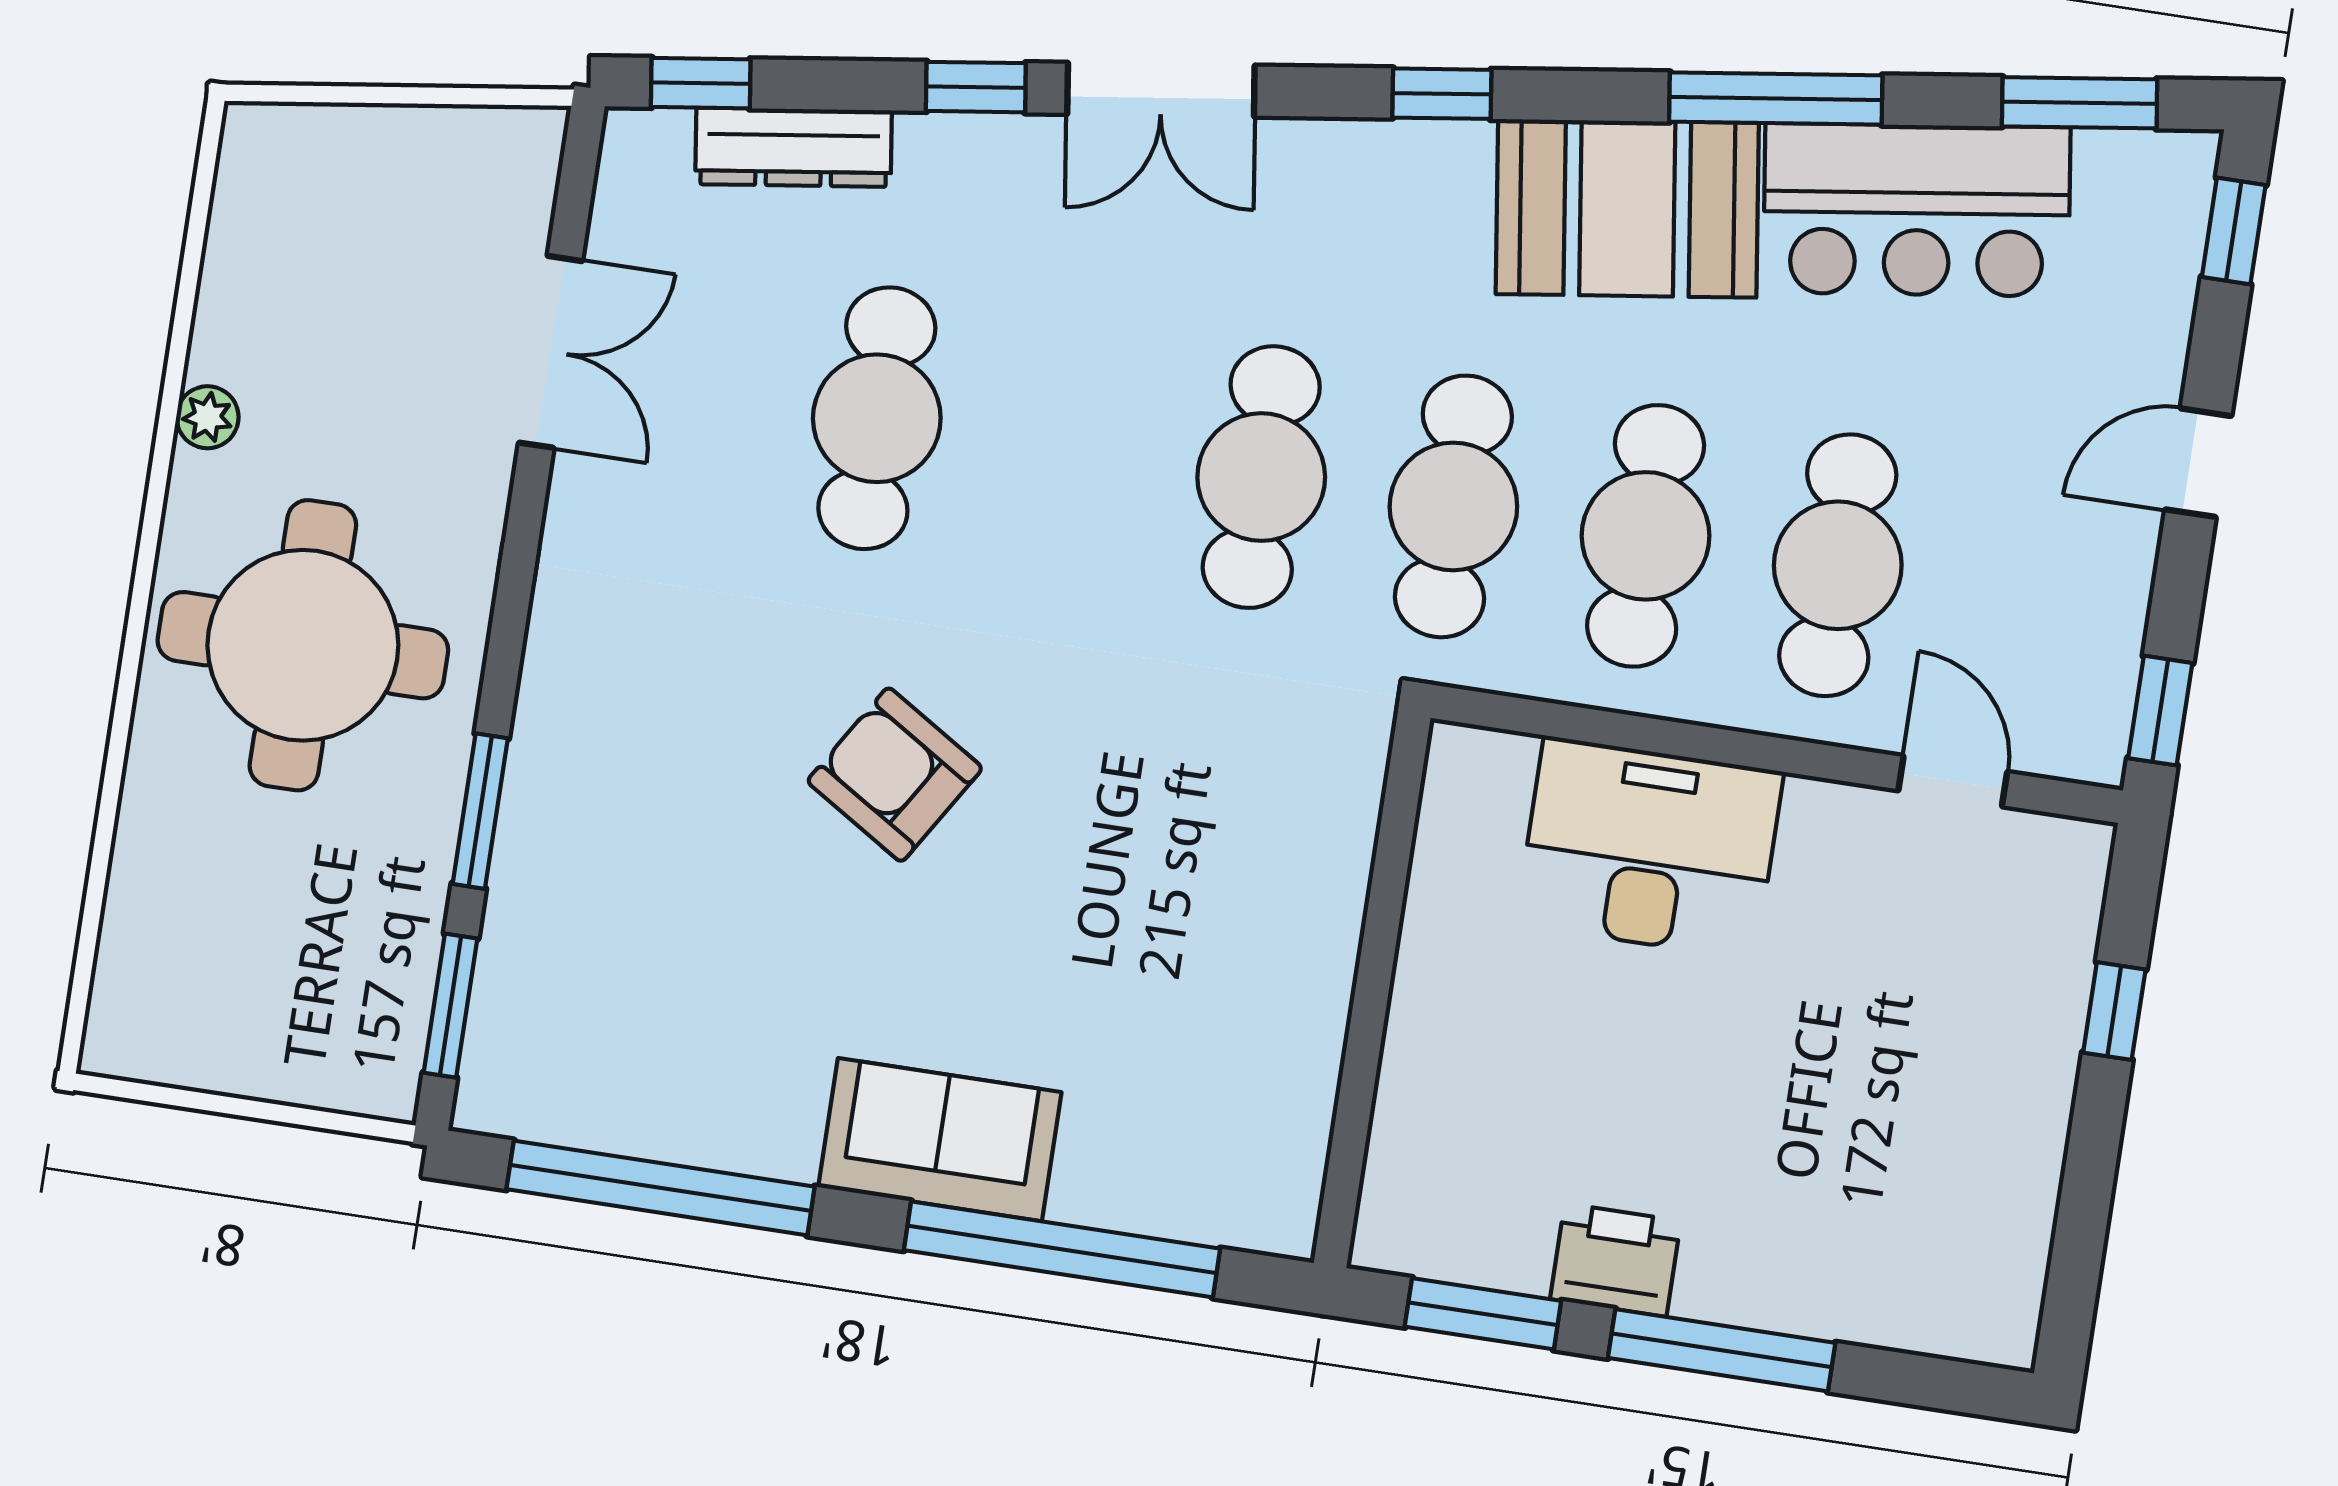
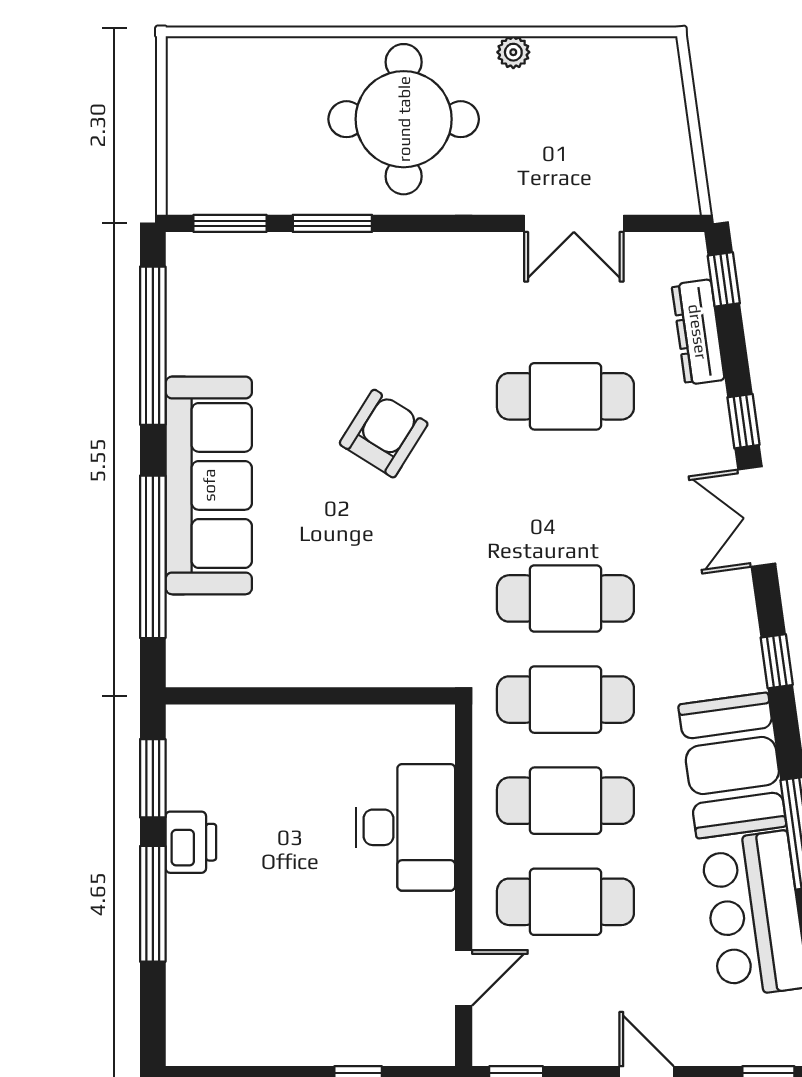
sofa: (940, 1140) -> (209, 485), width x1.85, depth x1.27

